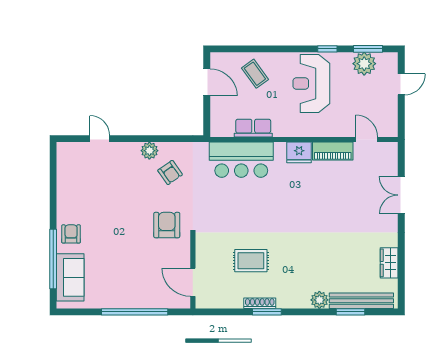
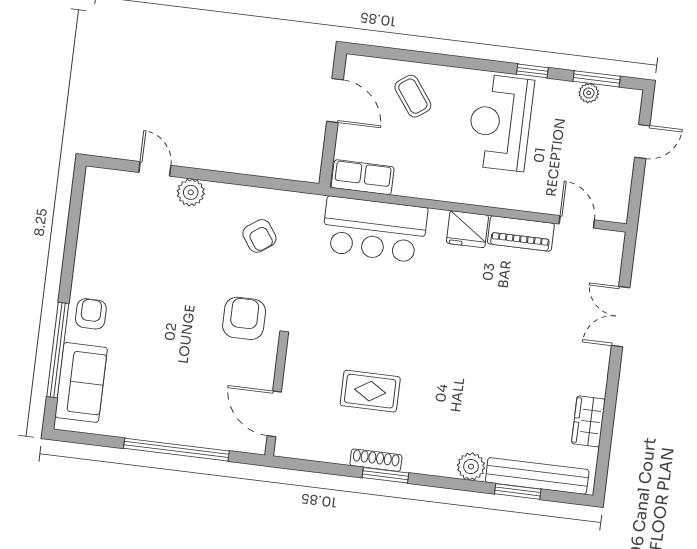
plant: (364, 64) -> (589, 93), width x0.53, depth x0.53
row of seats: (253, 128) -> (363, 177), moved
plant: (149, 151) -> (191, 192), moved

